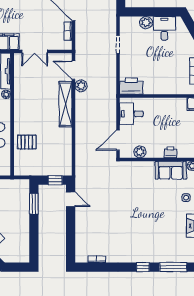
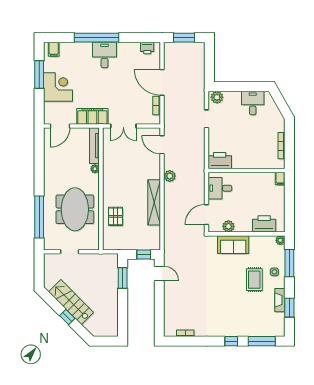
plant: (146, 23) -> (217, 97), moved
plant: (81, 86) -> (170, 176), moved
shelving: (66, 104) -> (154, 202), moved
pallet: (27, 142) -> (116, 216), turned 90
printer: (170, 152) -> (264, 224), width x1.87, depth x1.48
sofa: (171, 170) -> (233, 245), moved
rug: (166, 205) -> (254, 280), added

